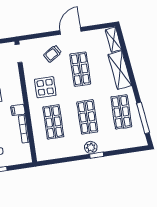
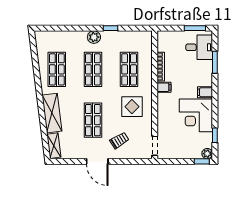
door: (70, 31) -> (97, 161), hinge flipped
window: (143, 118) -> (35, 60), removed
window: (97, 155) -> (110, 28), moved

